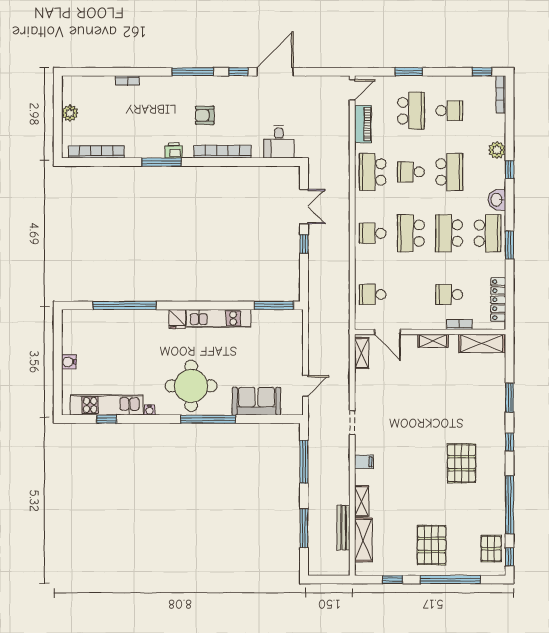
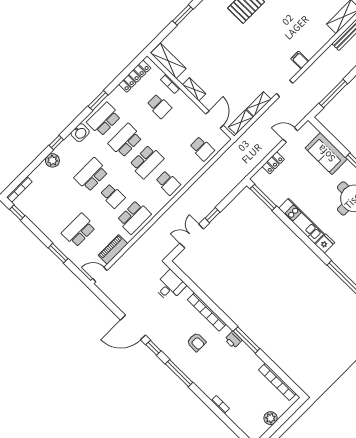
school desk: (449, 111) -> (57, 209), removed
school desk: (449, 233) -> (125, 140), turned 180
locker: (296, 345) -> (273, 163), added
shelving: (362, 501) -> (259, 104), moved

